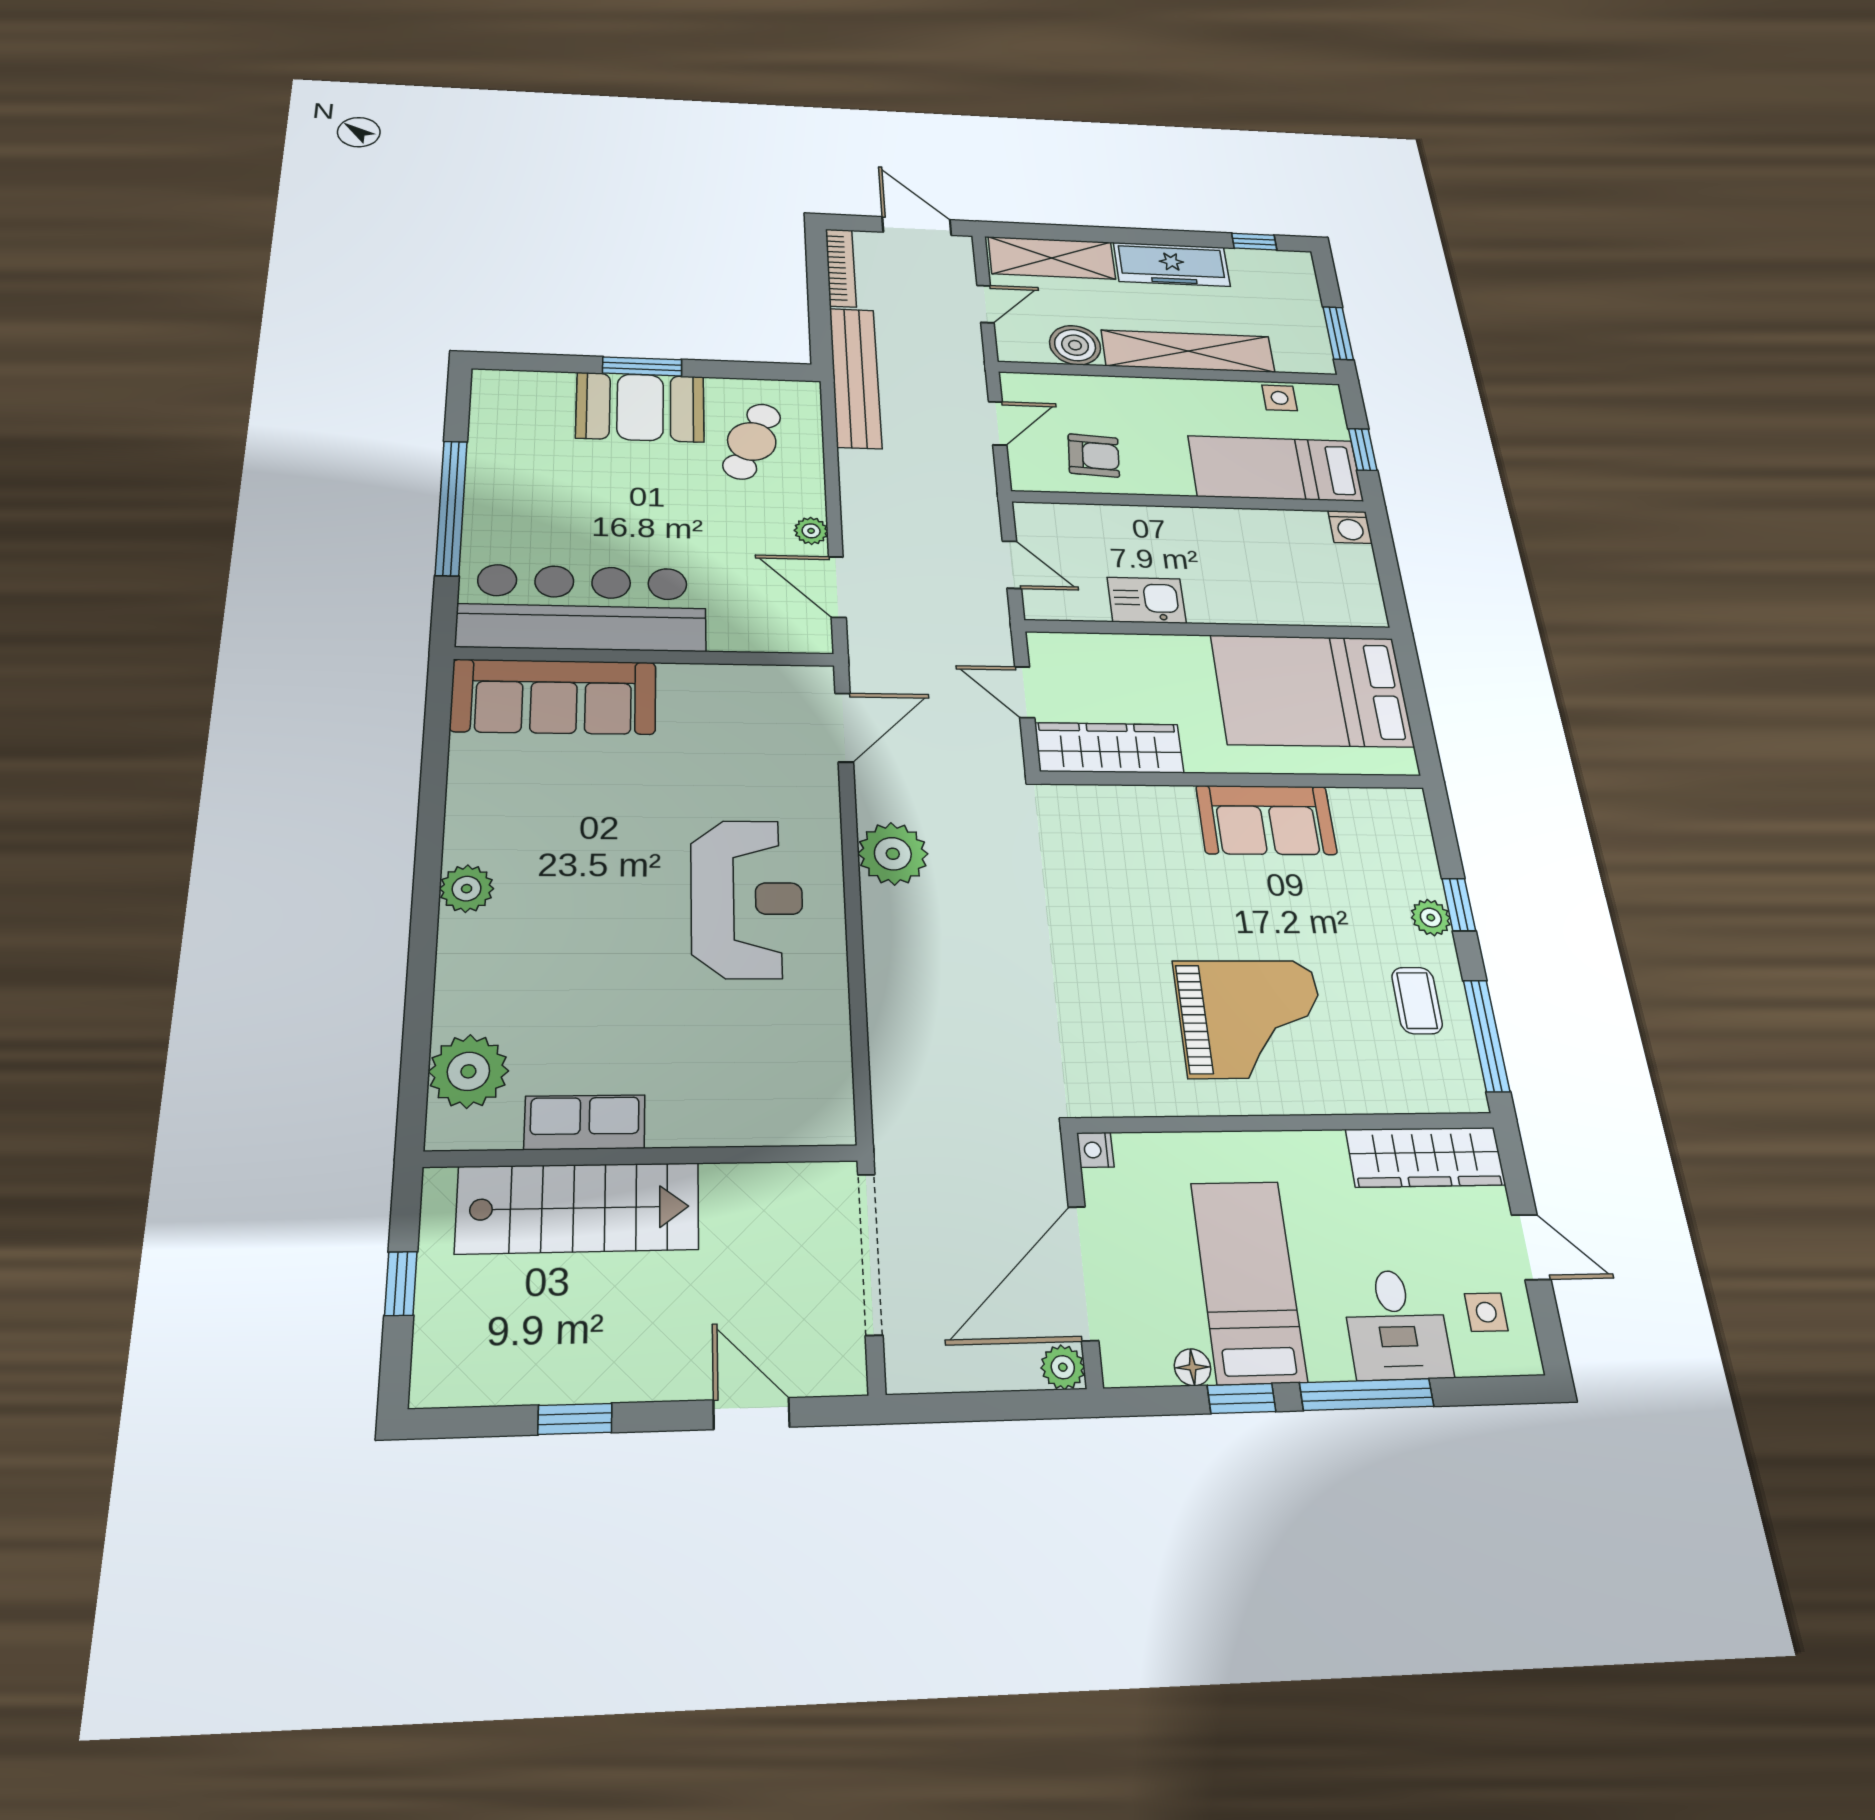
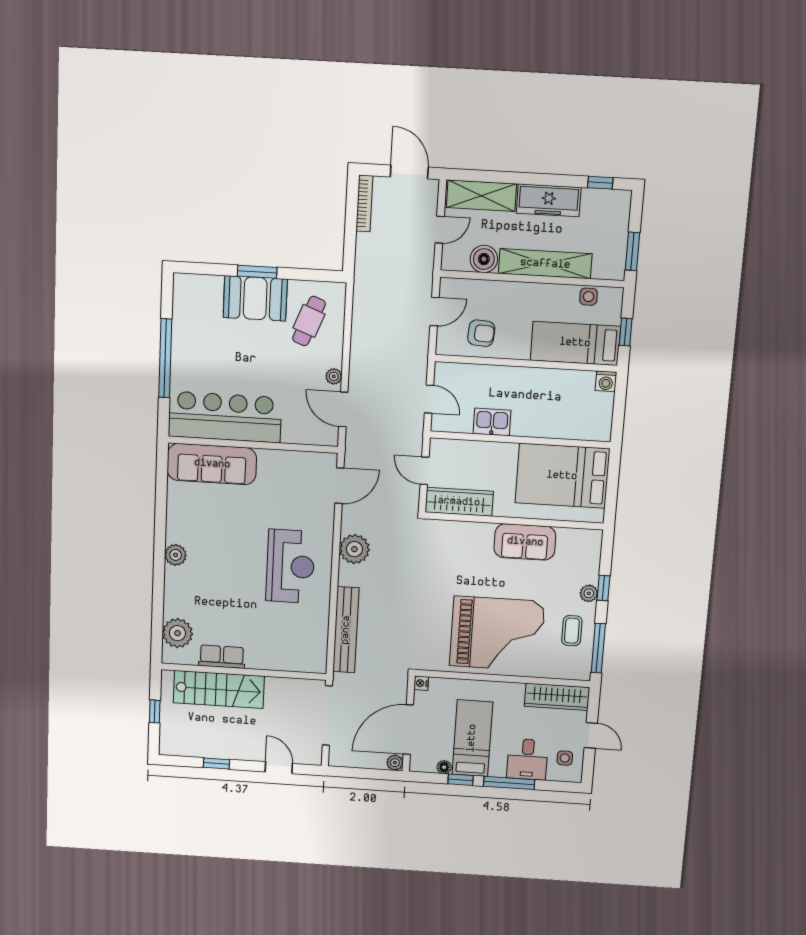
bench: (855, 378) -> (346, 630), moved
grand piano: (1251, 1019) -> (497, 634), width x1.37, depth x1.48

